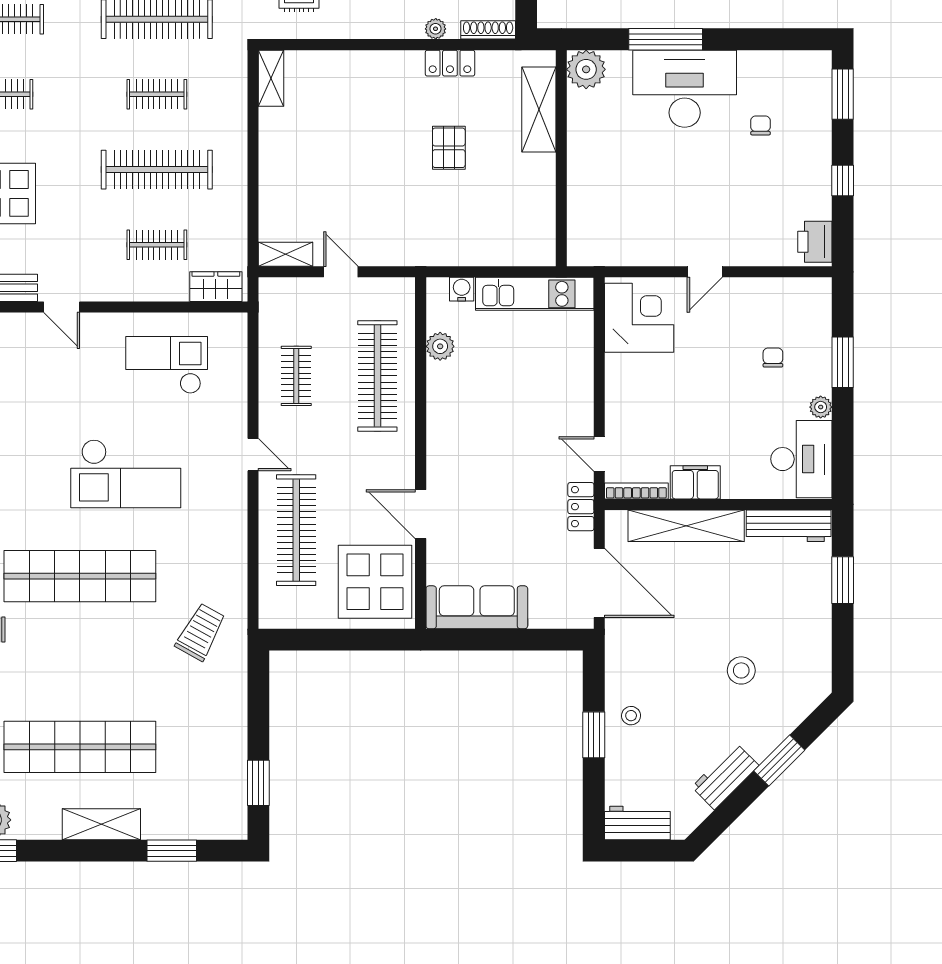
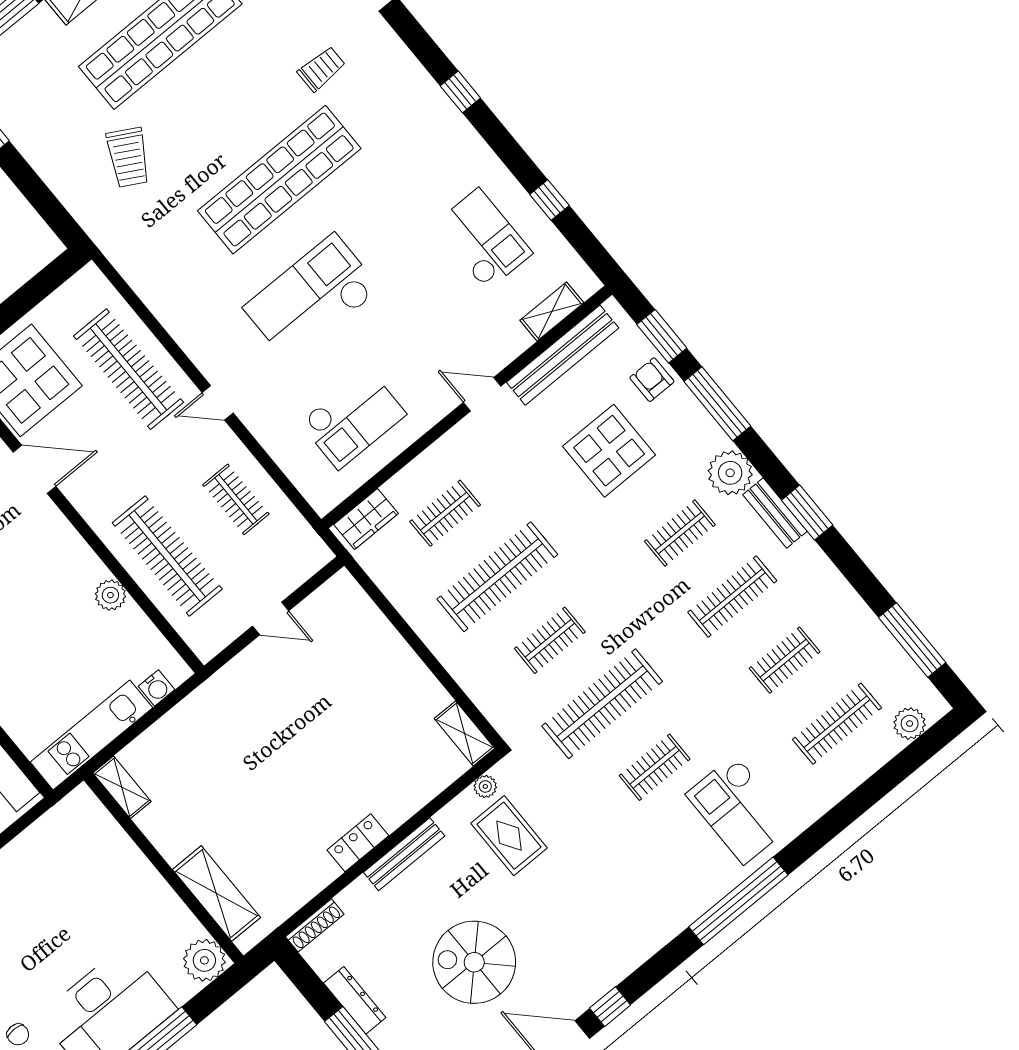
bench: (384, 28) -> (404, 854), added
plant: (436, 29) -> (485, 786), moved
locker: (450, 63) -> (358, 843), moved
pallet: (449, 148) -> (266, 798), removed
shelving: (285, 254) -> (122, 787), moved, turned 90
plant: (440, 346) -> (110, 595), moved
trolley: (201, 632) -> (128, 157), moved

